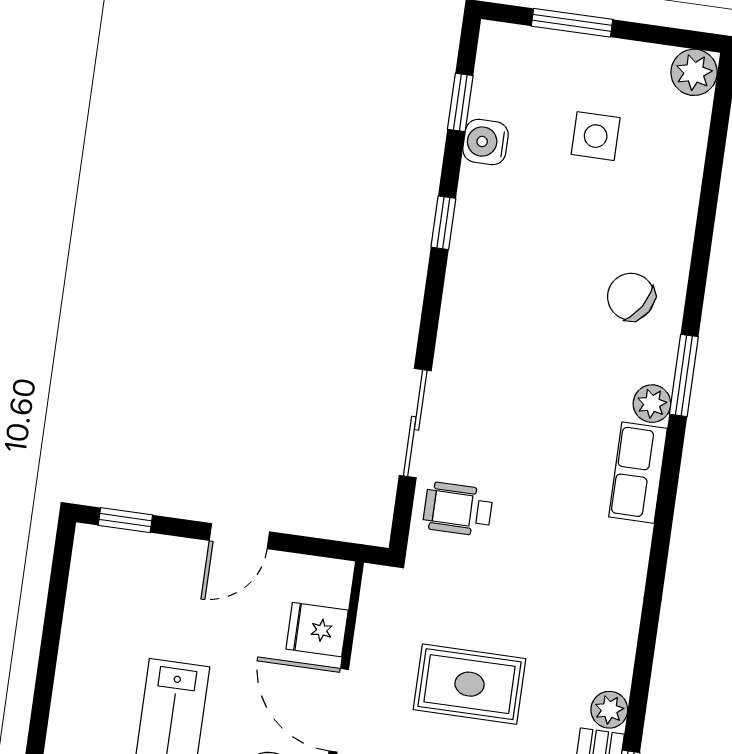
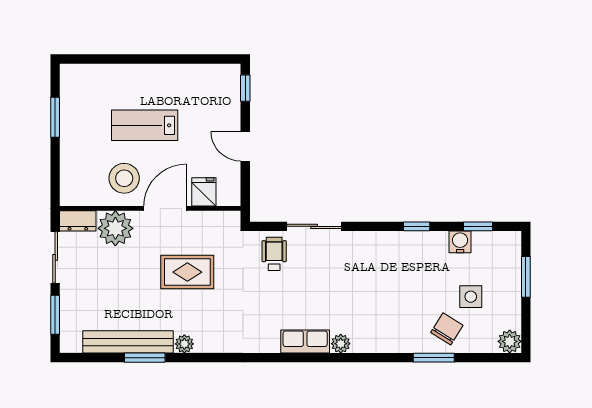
chair: (631, 297) -> (447, 329), moved
window: (684, 375) -> (434, 358), moved
rug: (469, 684) -> (187, 272), turned 90

